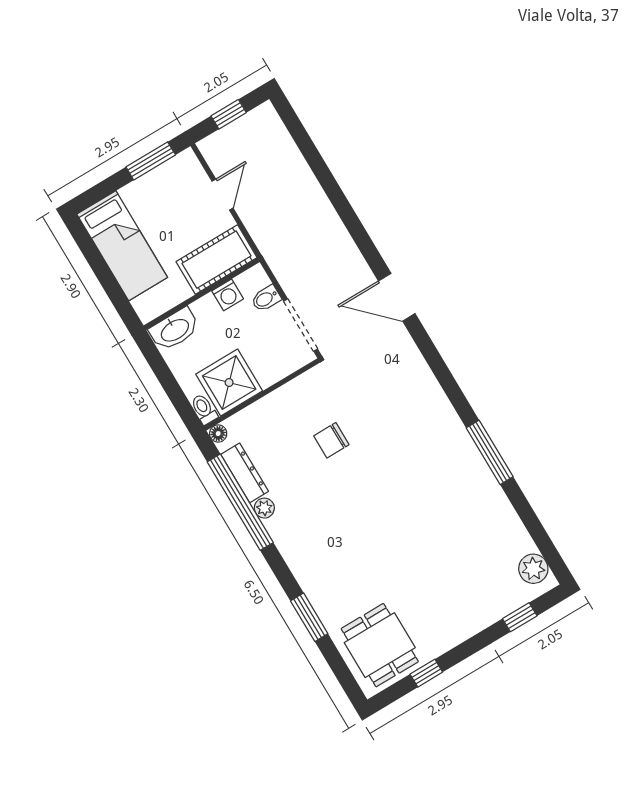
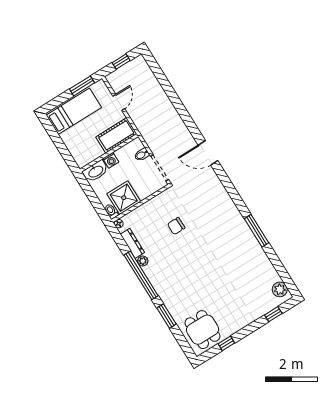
bed: (122, 246) -> (74, 111), moved, turned -90
washing machine: (228, 295) -> (111, 160), moved
window: (240, 502) -> (141, 275), moved

